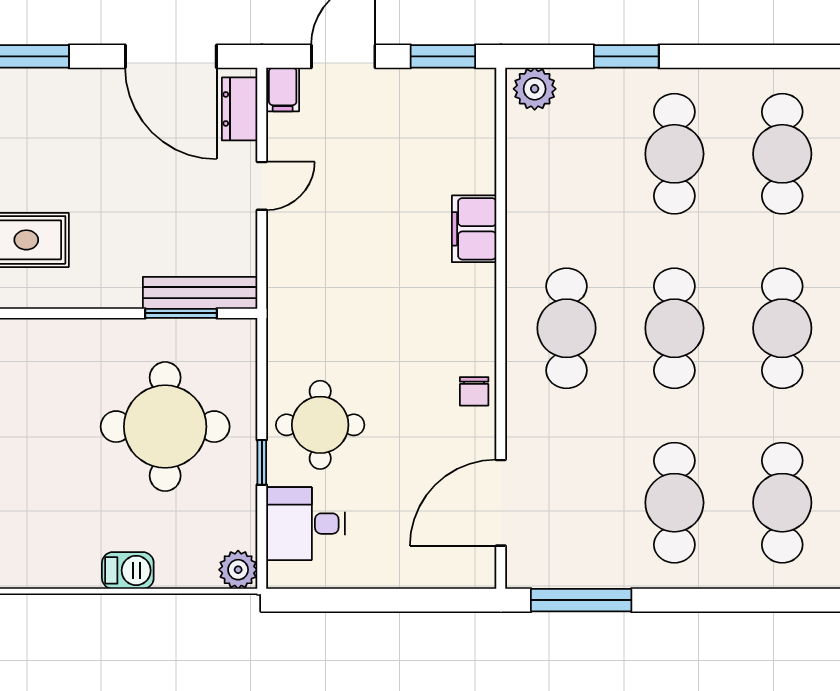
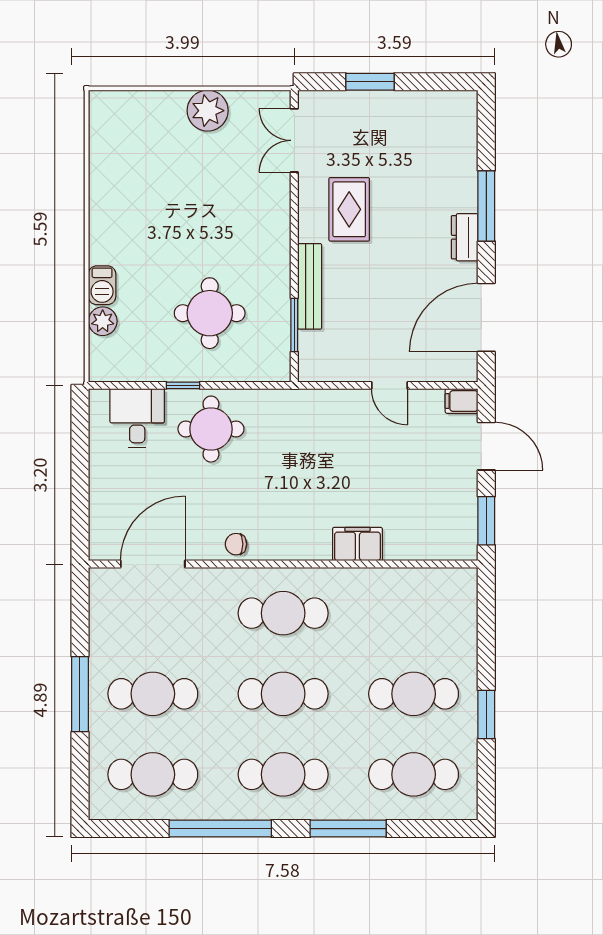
window: (626, 56) -> (486, 714), moved
plant: (535, 89) -> (462, 589), removed
dresser: (240, 109) -> (465, 237), moved, turned -90
bench: (200, 293) -> (310, 286), moved
round table: (165, 427) -> (210, 313), width x0.73, depth x0.73
door: (501, 503) -> (153, 564), hinge flipped
plant: (238, 570) -> (103, 321), moved
window: (581, 600) -> (80, 694), moved

